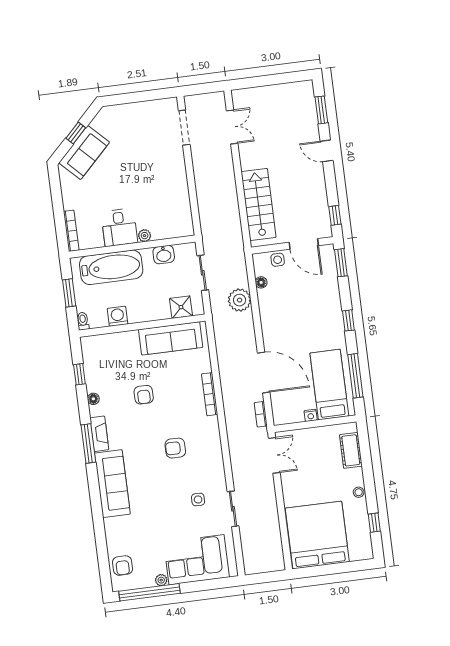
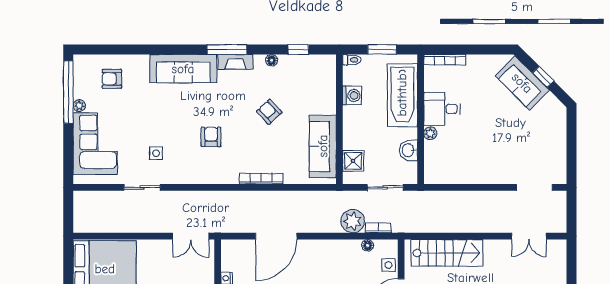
armchair: (144, 395) -> (269, 112), turned 47
bookcase: (261, 414) -> (378, 228), moved
armchair: (122, 566) -> (112, 79), moved

